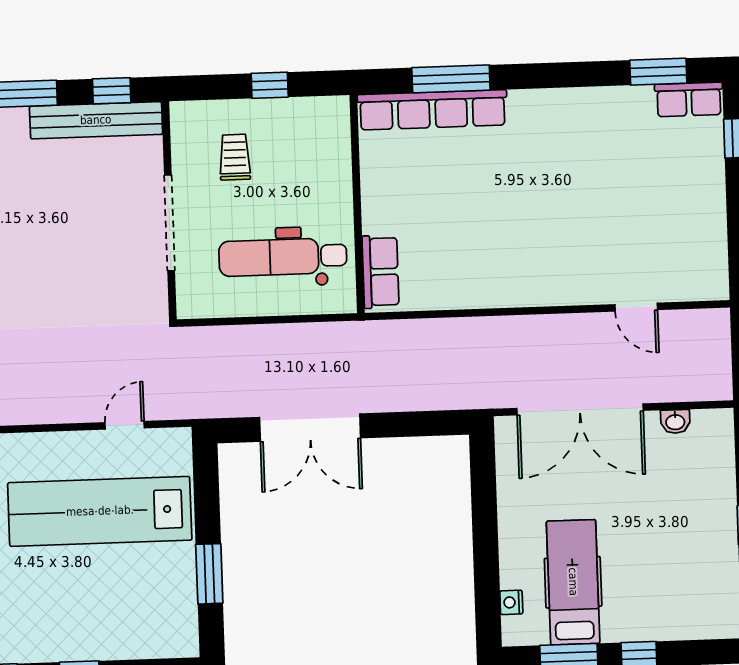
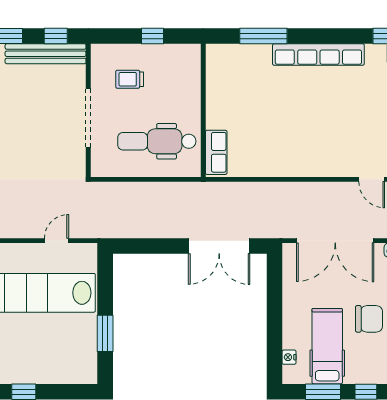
row of seats: (432, 110) -> (318, 55), moved
trolley: (235, 157) -> (130, 79), turned -90
double door: (310, 428) -> (219, 246), moved
chair: (640, 535) -> (369, 319), added

